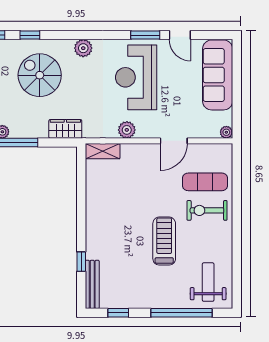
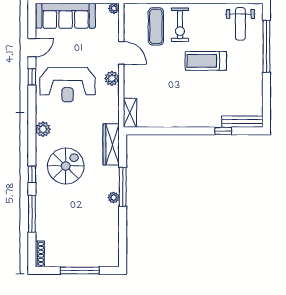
window: (145, 35) -> (32, 77), width x0.67
spiral stairs: (40, 75) -> (66, 166), turned 180
wardrobe: (65, 129) -> (111, 144), width x1.50
plant: (127, 130) -> (112, 78), moved
weight bench: (208, 282) -> (240, 24), turned -90
window: (118, 313) -> (266, 100), removed

